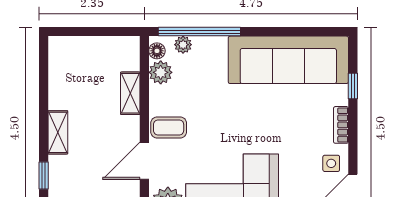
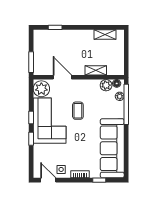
coffee table: (169, 127) -> (78, 111), moved
shelving: (58, 132) -> (105, 34), moved

